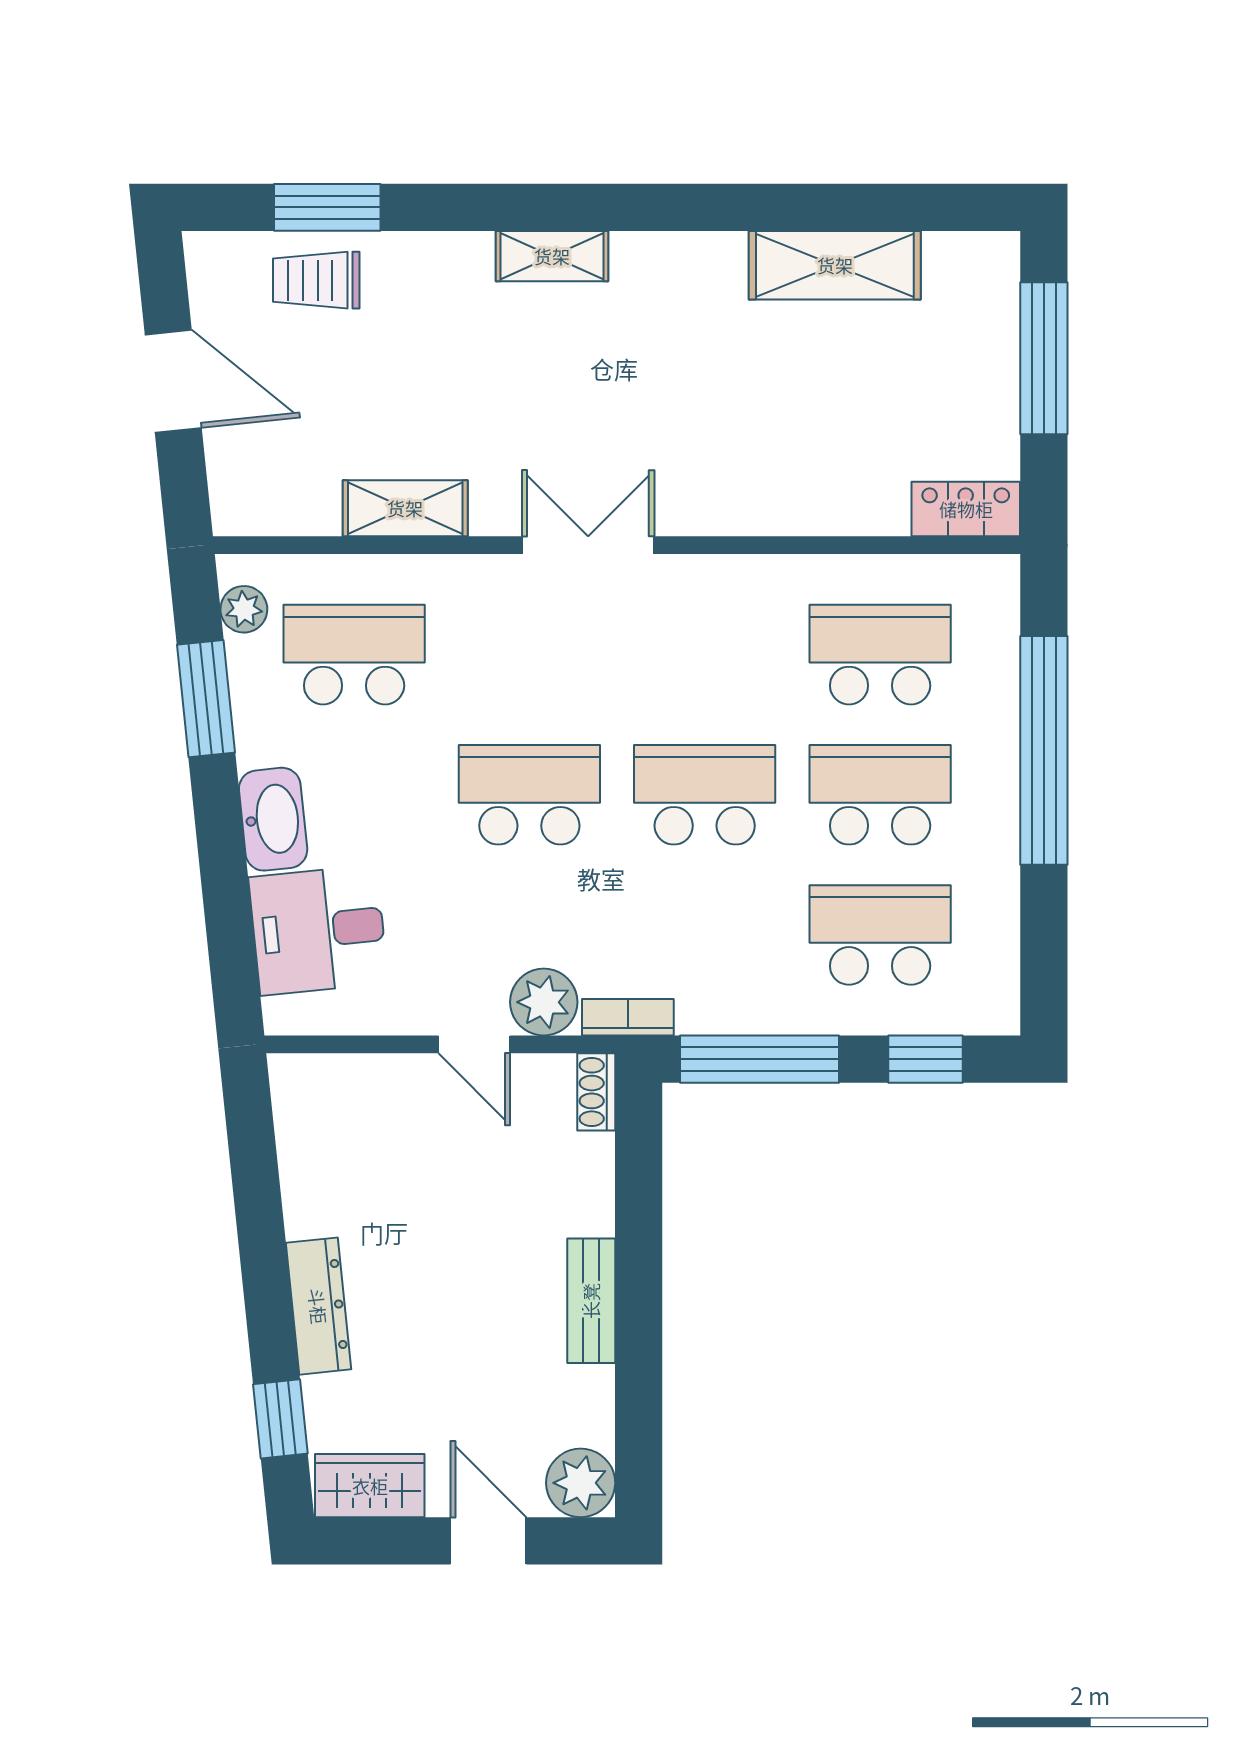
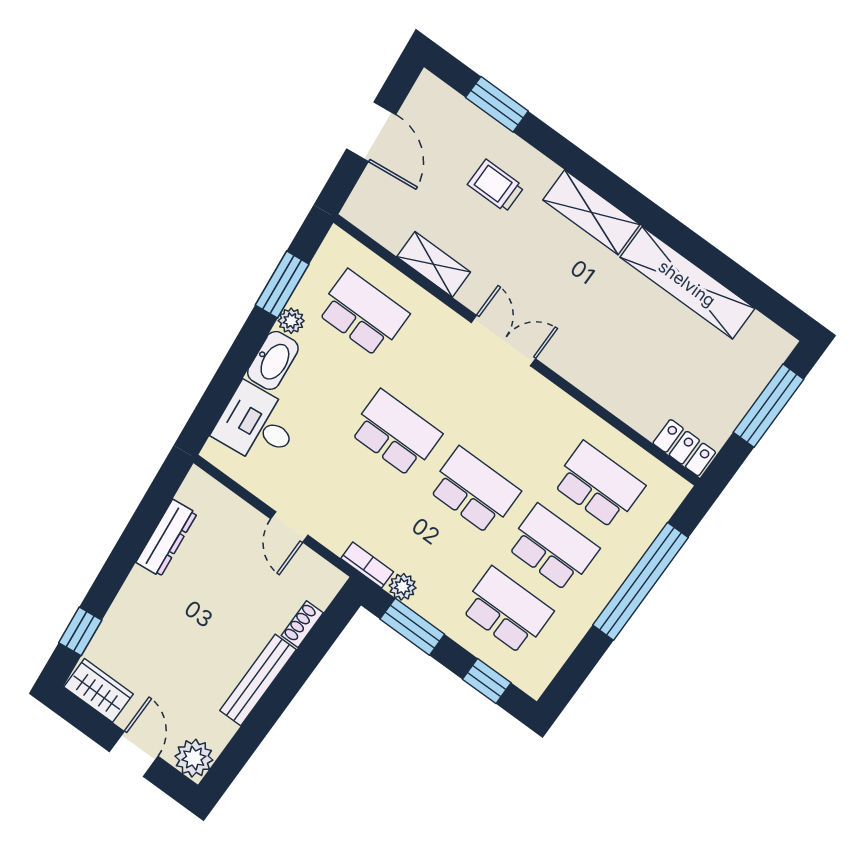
shelving: (552, 256) -> (591, 212), width x1.50, depth x1.33
shelving: (835, 265) -> (687, 283), width x1.47
trolley: (316, 280) -> (496, 186), moved
plant: (244, 609) -> (291, 321), moved
plant: (544, 1002) -> (403, 587), moved, width x0.73, depth x0.73
window: (760, 1059) -> (412, 627), width x0.69
shoe rack: (596, 1092) -> (302, 624), moved
bench: (591, 1301) -> (258, 680), width x1.36
dresser: (318, 1306) -> (166, 538), moved

